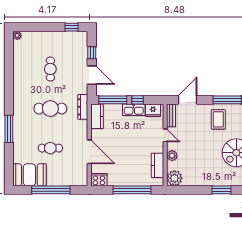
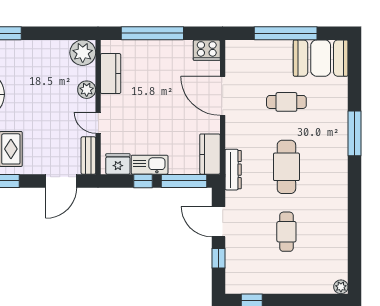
cafe table: (50, 109) -> (286, 167), turned 90

